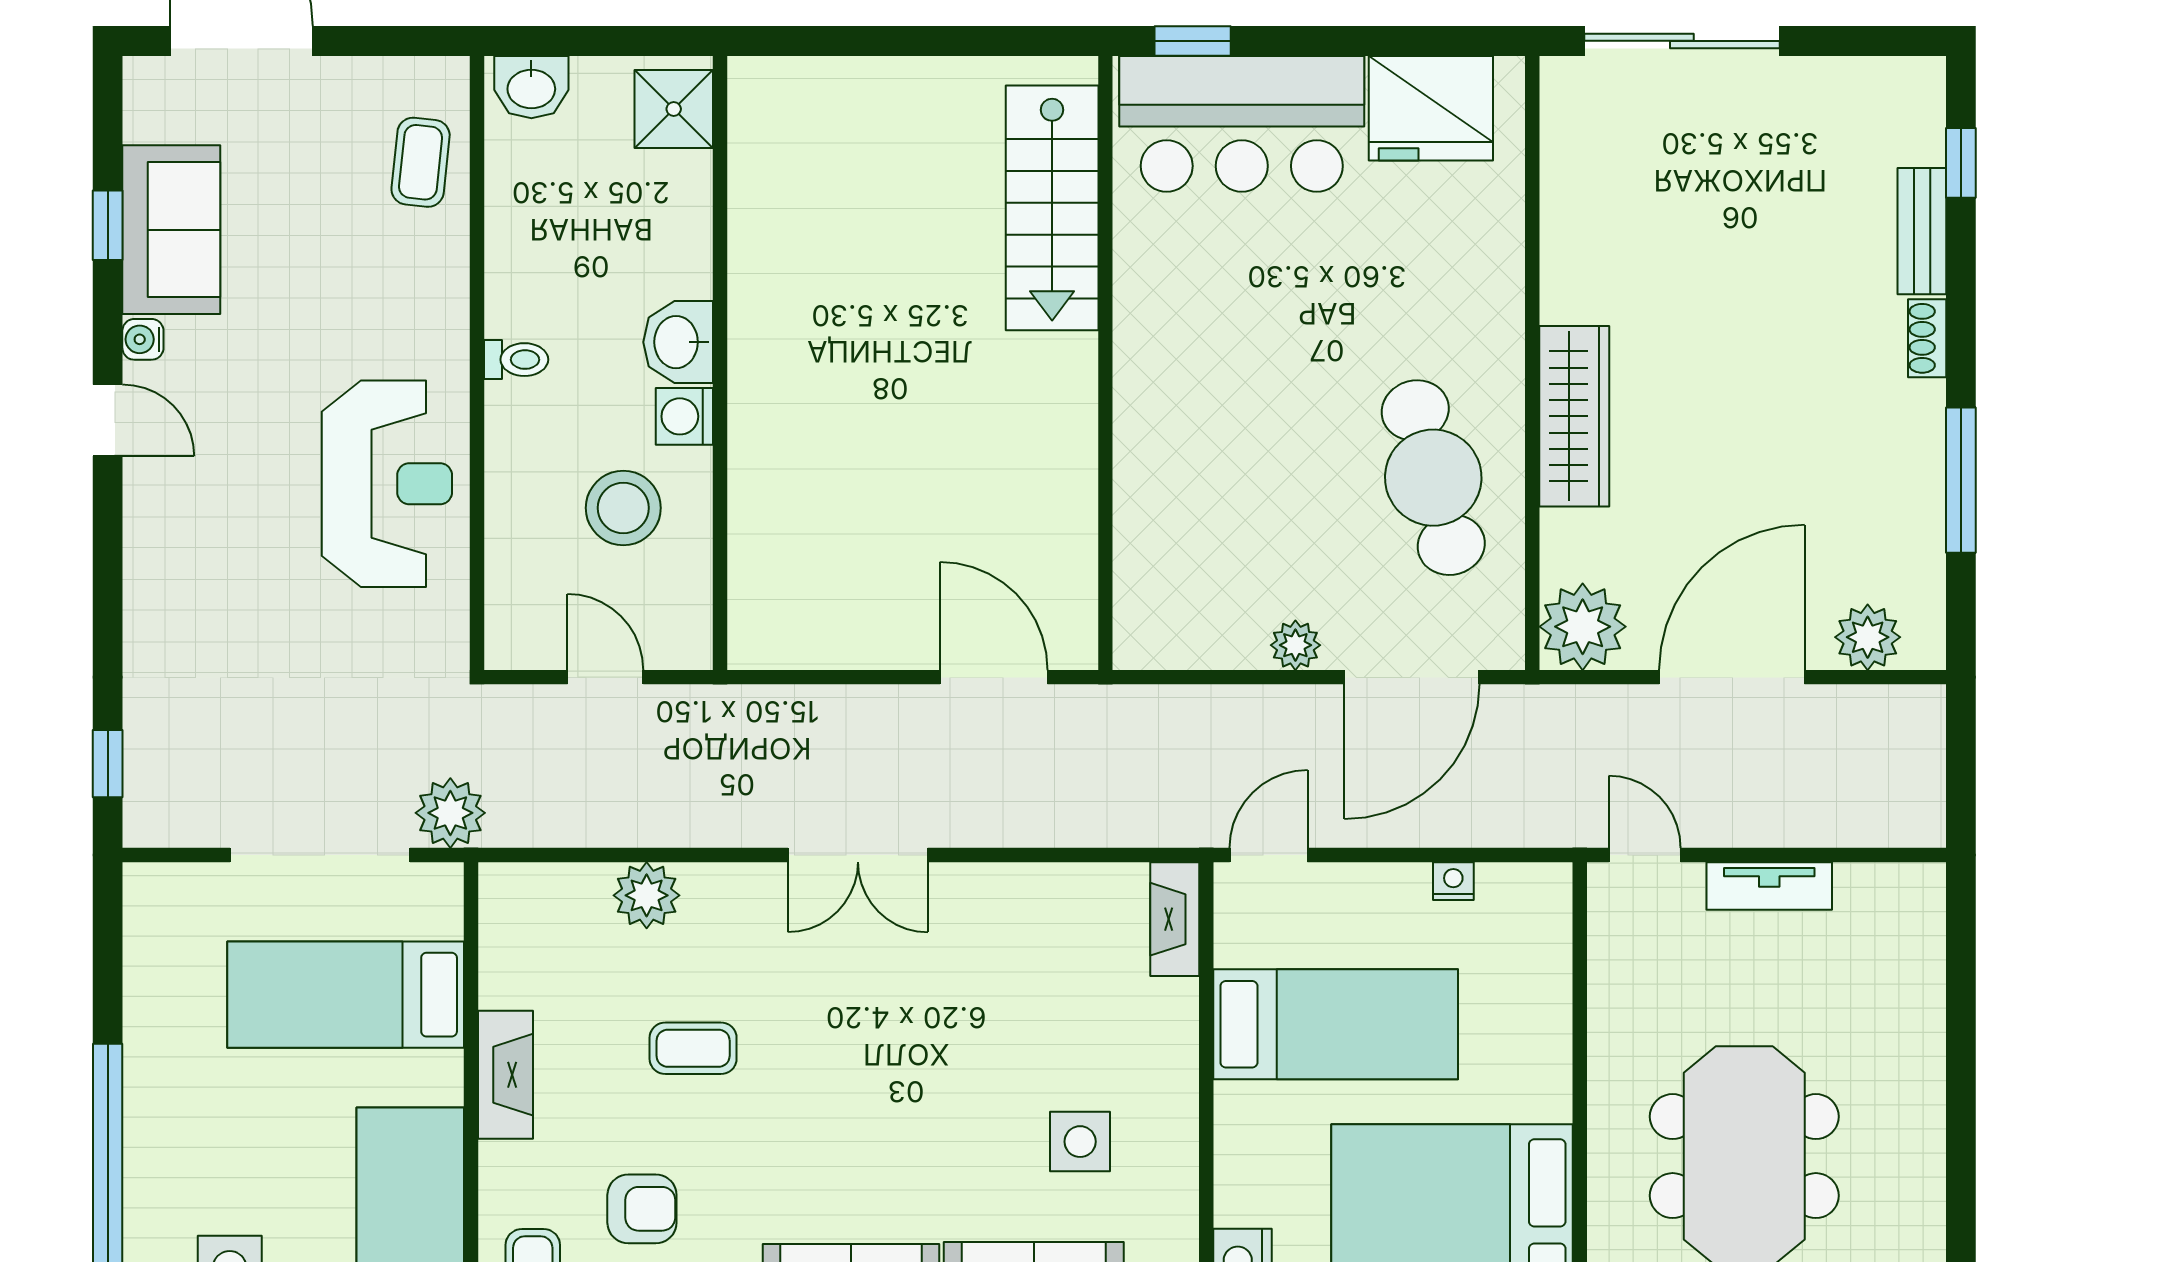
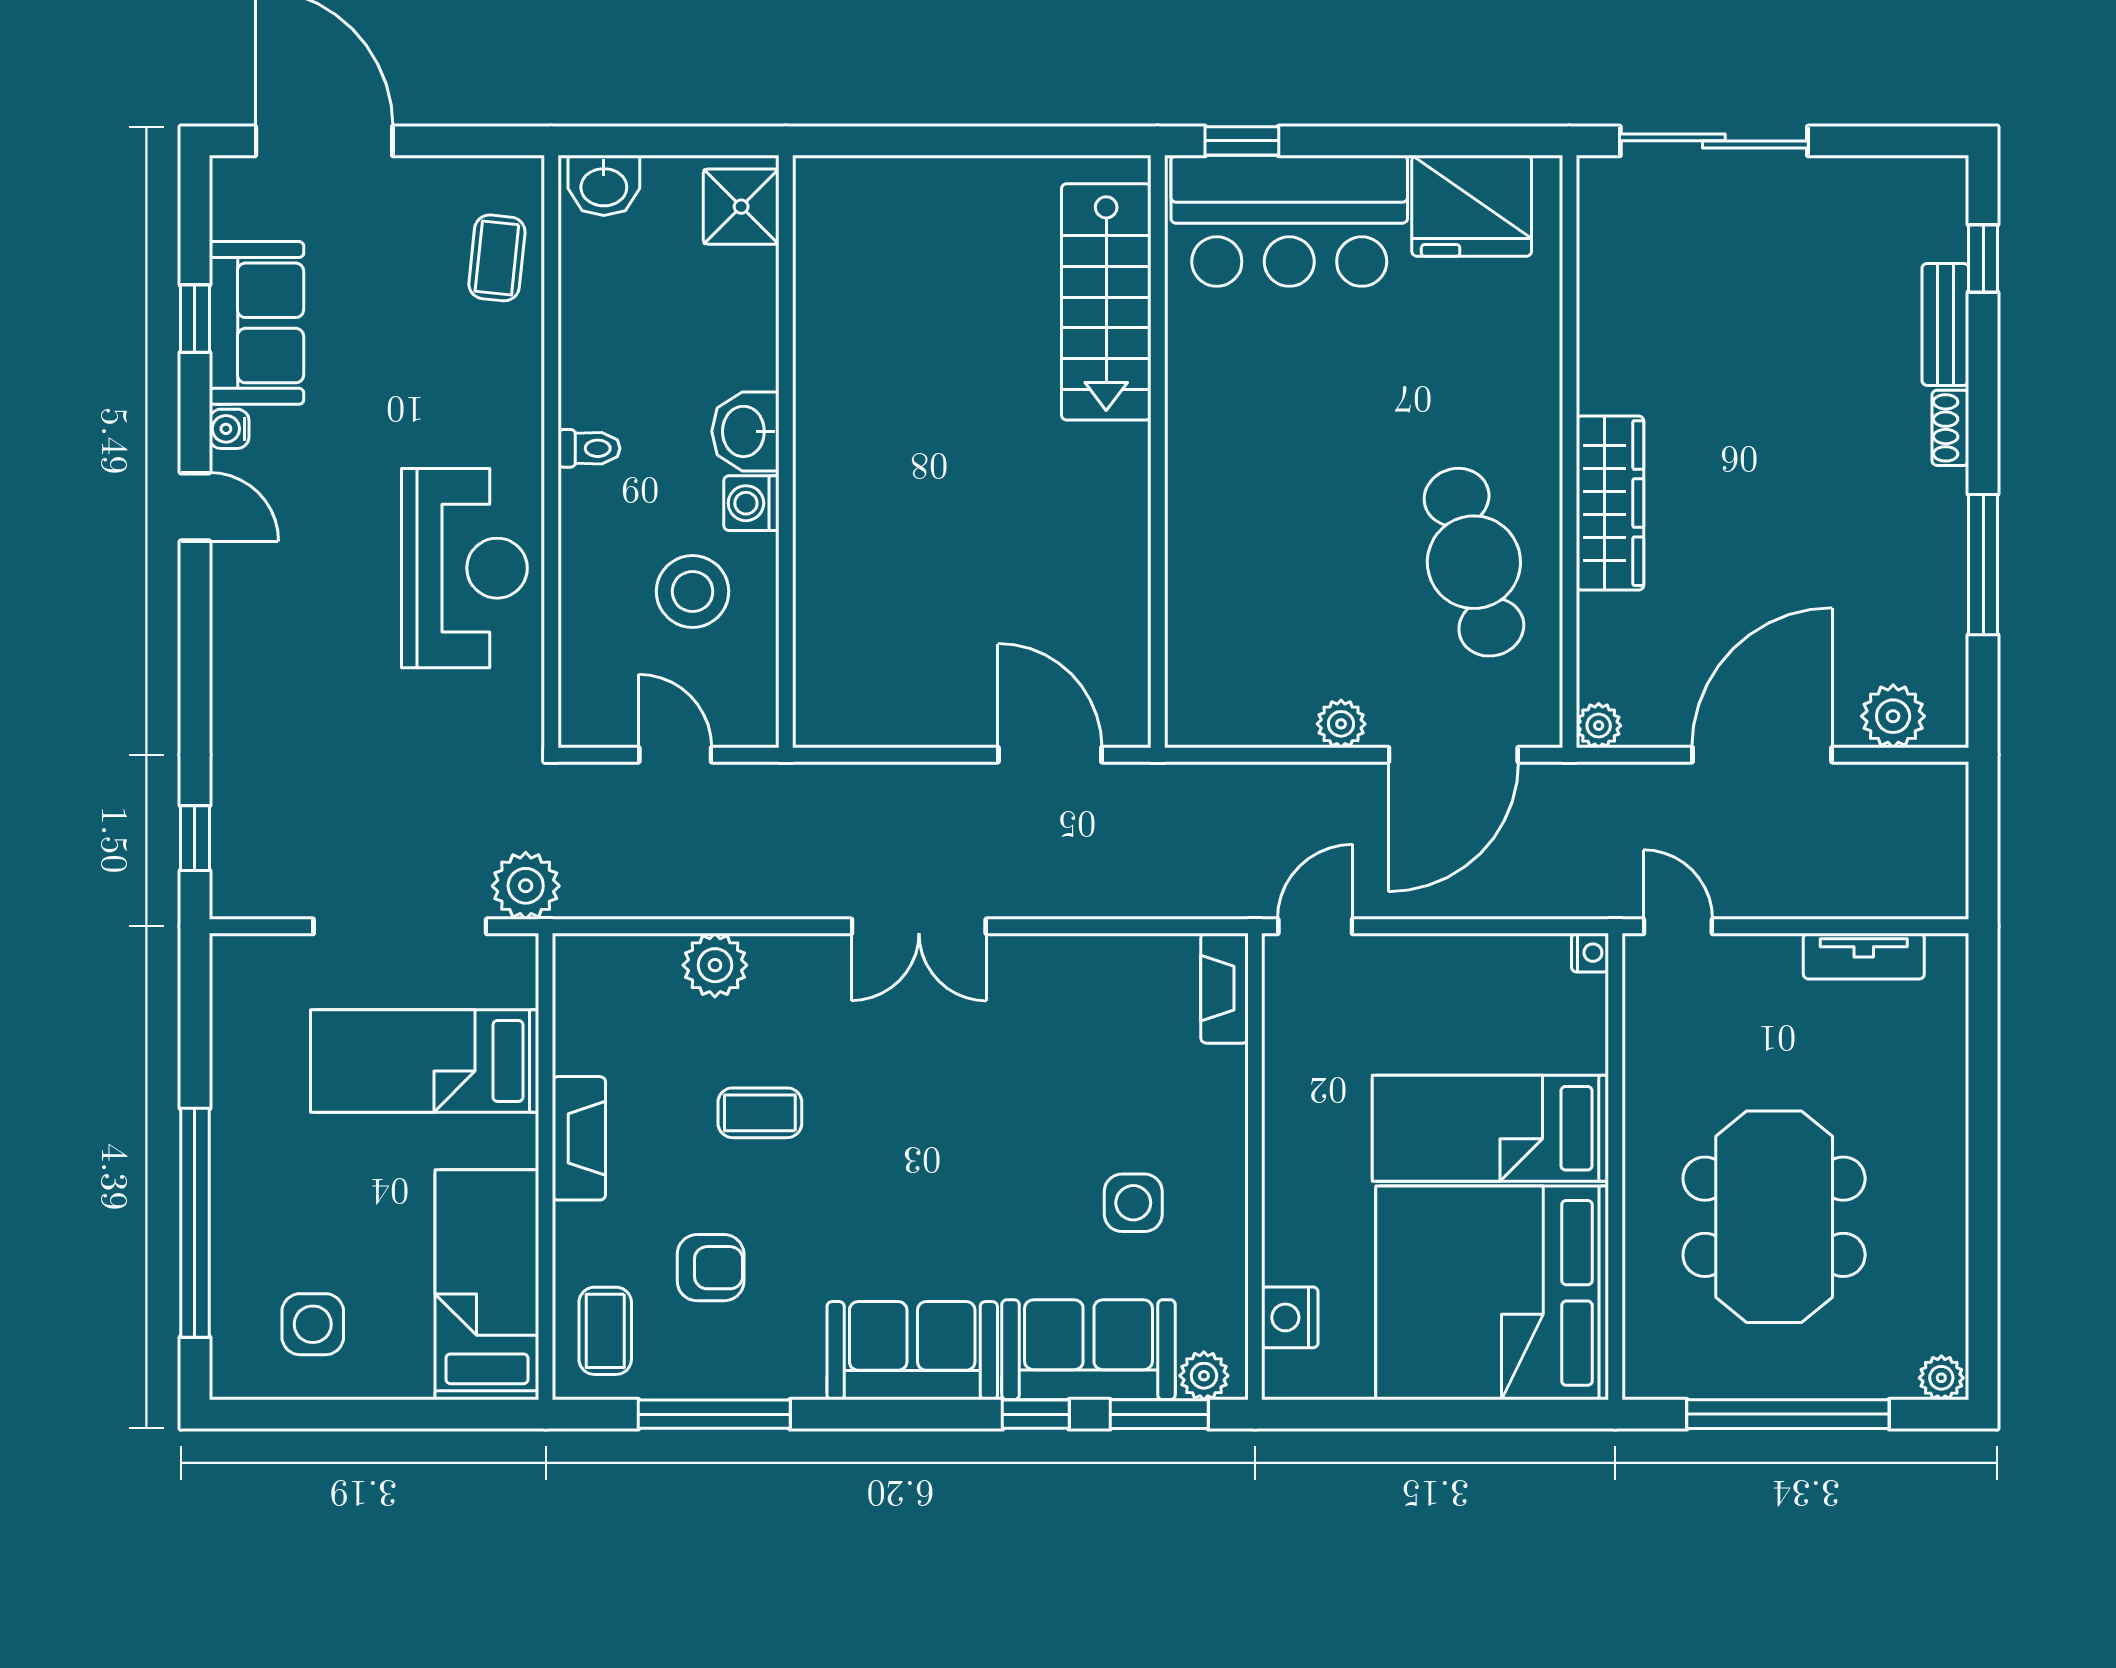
plant: (1583, 627) -> (1599, 726), width x0.53, depth x0.53
nightstand: (1453, 881) -> (1590, 953), moved, turned 90
tv unit: (1769, 886) -> (1864, 956), moved
bed: (1336, 1024) -> (1490, 1128), moved, turned 180

